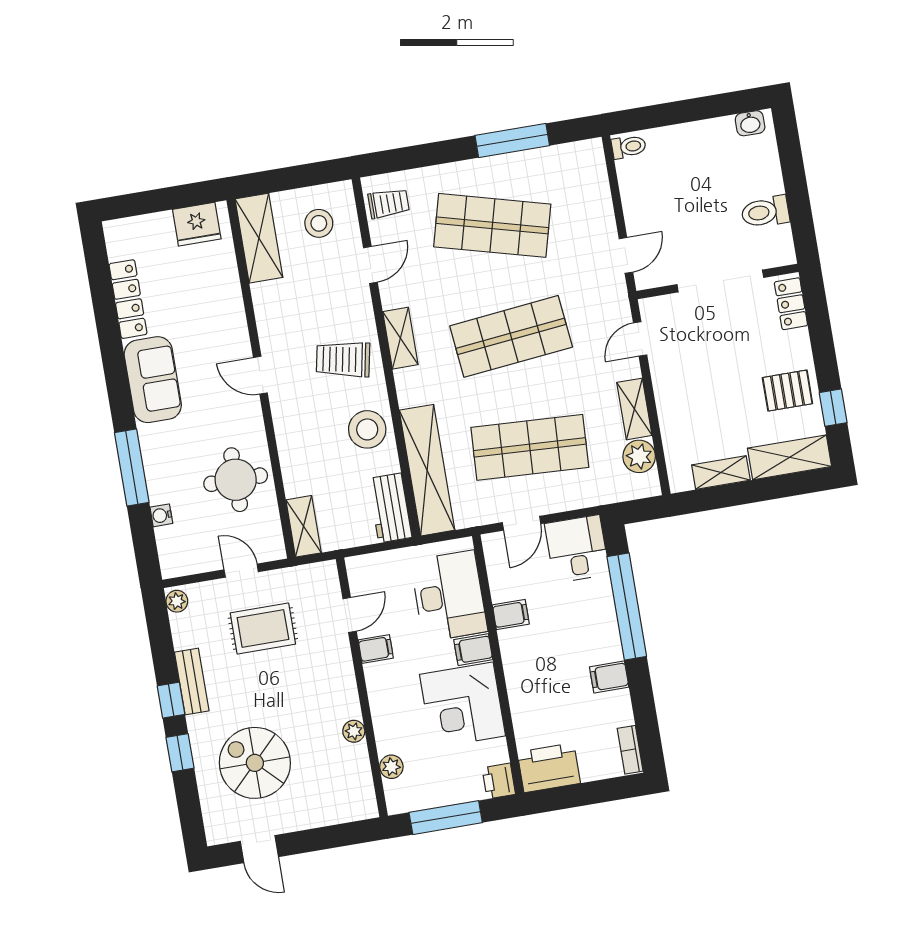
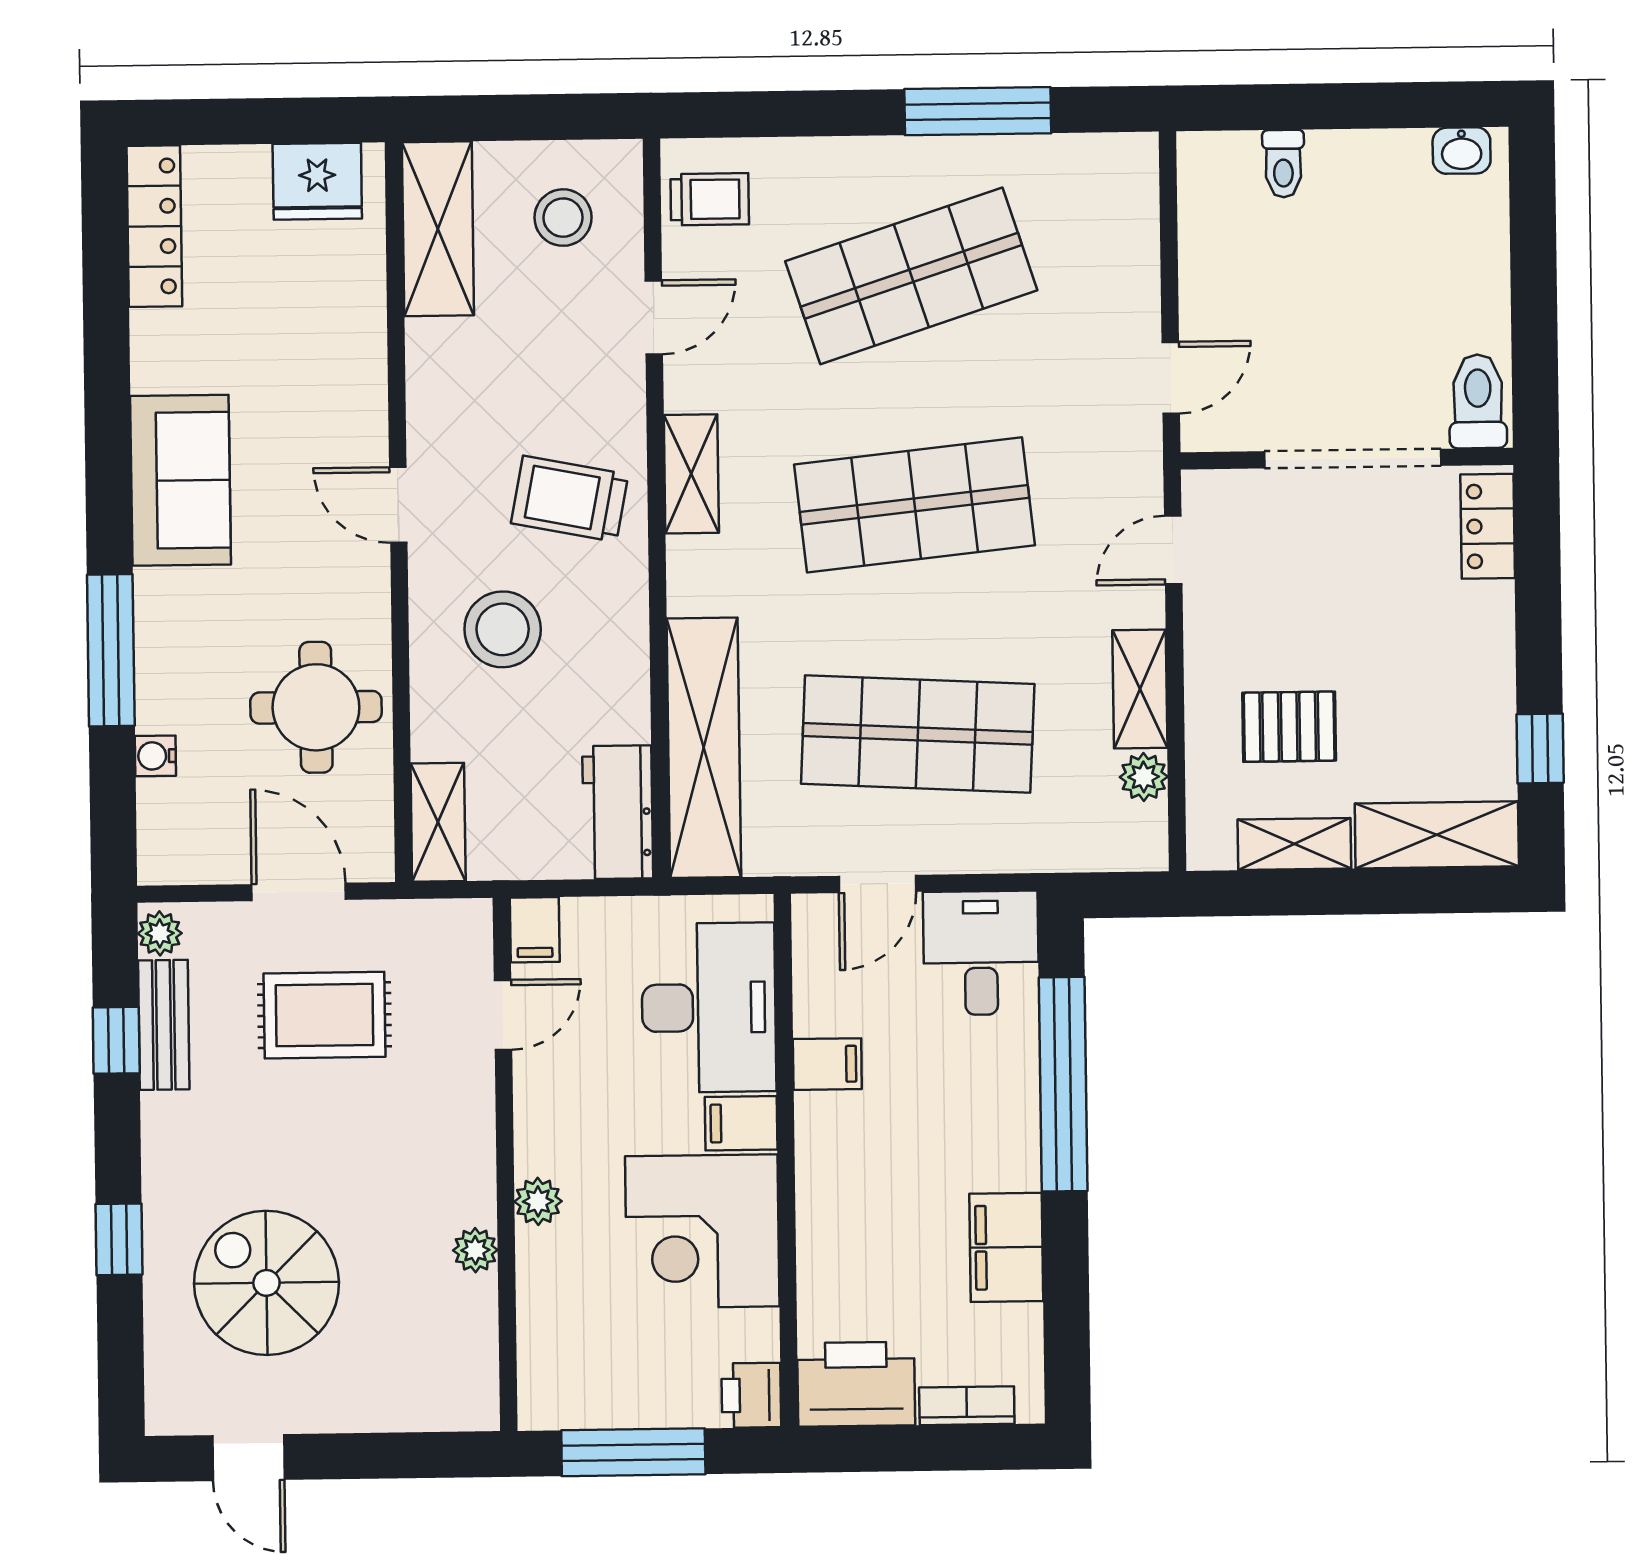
toilet: (629, 147) -> (1283, 164), moved, turned 90
toilet: (765, 212) -> (1478, 401), moved, turned 90
shop shelf: (492, 225) -> (911, 276), turned -33
locker: (128, 299) -> (154, 226), moved
pallet: (787, 391) -> (1289, 727), moved
stool: (367, 429) -> (503, 629), moved
plant: (639, 456) -> (1144, 777), width x0.73, depth x0.73
door: (241, 571) -> (299, 892), width x1.38
filing cabinet: (376, 649) -> (535, 930), moved, turned 90
filing cabinet: (609, 677) -> (1006, 1247), width x2.00
bench: (192, 682) -> (164, 1025), moved
window: (171, 700) -> (116, 1040), moved
bookcase: (630, 750) -> (967, 1406), moved, turned 90
plant: (391, 767) -> (538, 1201), moved

